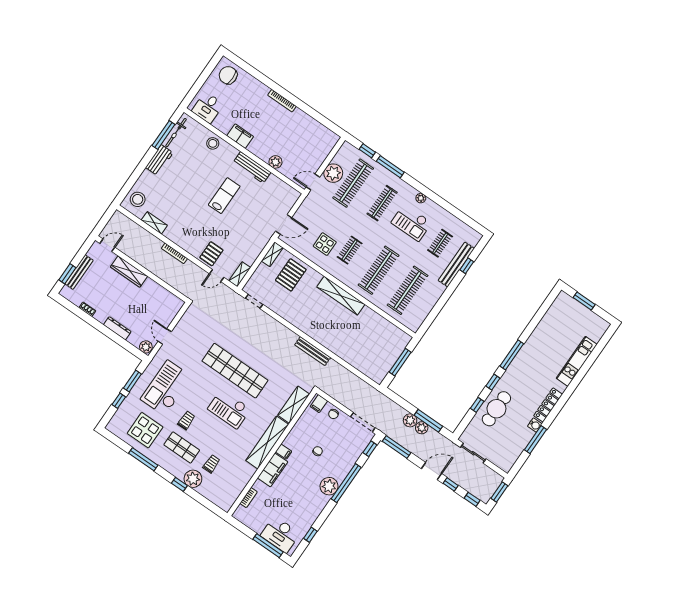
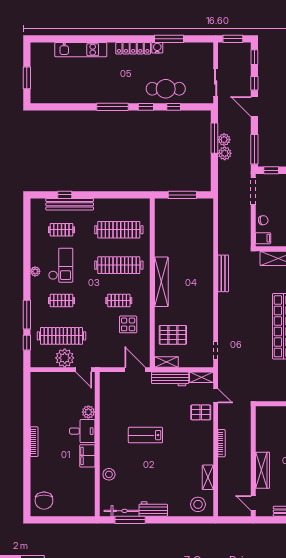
desk: (208, 108) -> (82, 431), moved
workbench: (252, 168) -> (170, 379), moved, turned 90
clothes rail: (382, 203) -> (61, 301), width x0.73

